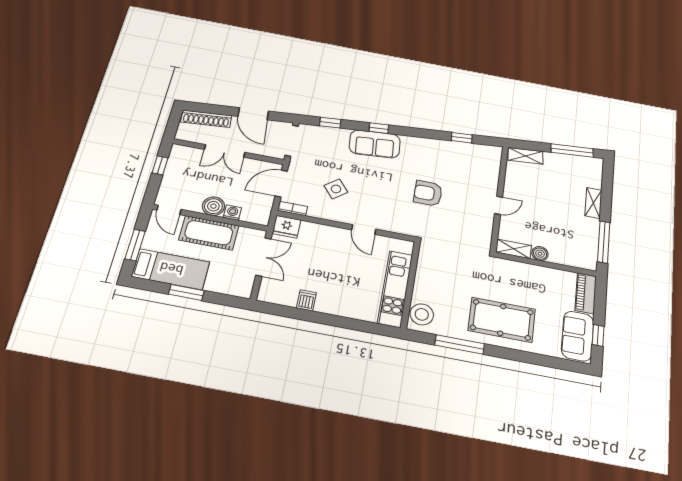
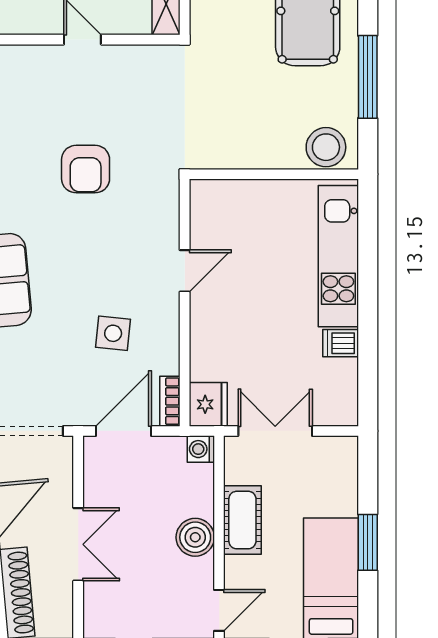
door: (281, 184) -> (124, 431), swing flipped
side table: (336, 189) -> (113, 333), turned 45
washing machine: (232, 213) -> (201, 449), moved
cot: (209, 233) -> (242, 520), width x0.73, depth x0.75
kitchen unit: (395, 289) -> (338, 256), moved, turned 90

